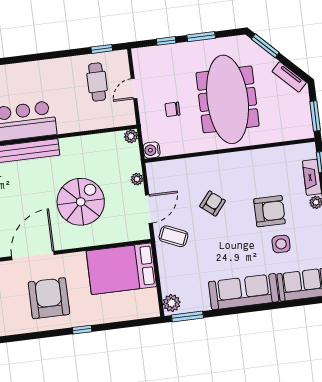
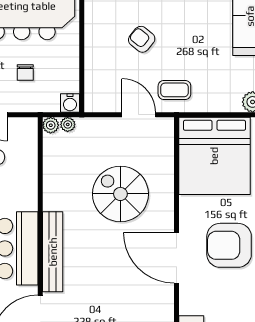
plant: (137, 179) -> (68, 124), moved
coffee table: (173, 236) -> (174, 90), turned 67
bed: (121, 269) -> (214, 156), width x1.36

